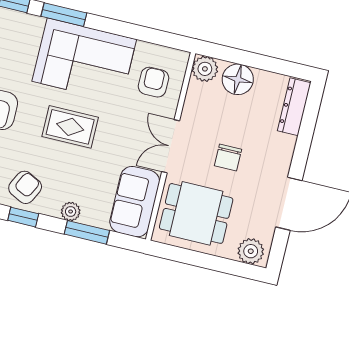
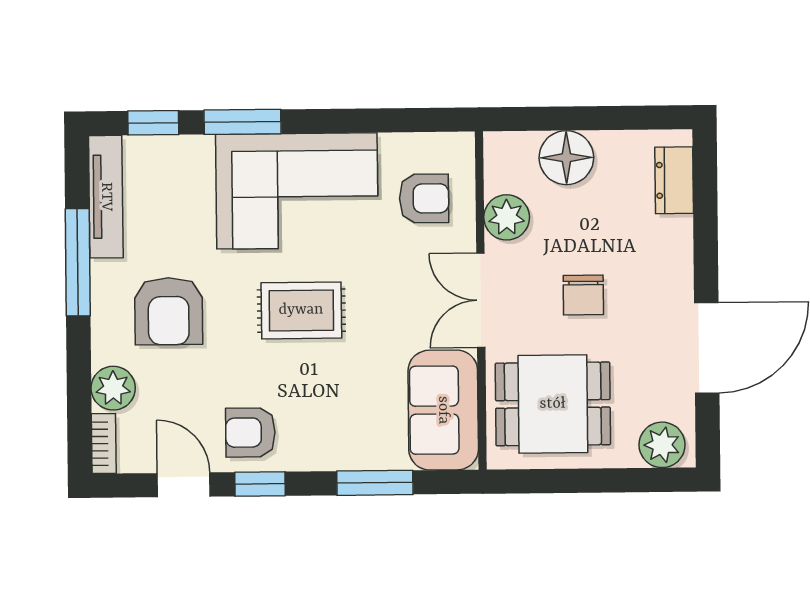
plant: (205, 69) -> (507, 217), moved
armchair: (153, 82) -> (424, 198), turned 90
dresser: (294, 107) -> (674, 180), width x0.70
armchair: (25, 187) -> (250, 433), turned -117
plant: (71, 211) -> (338, 454), removed

